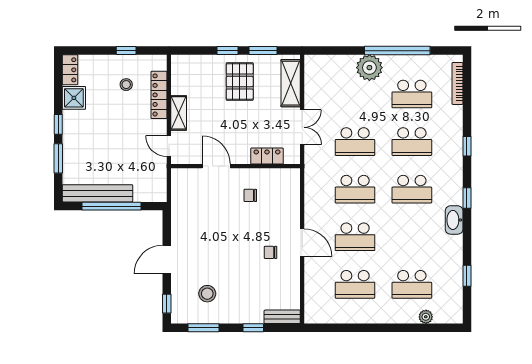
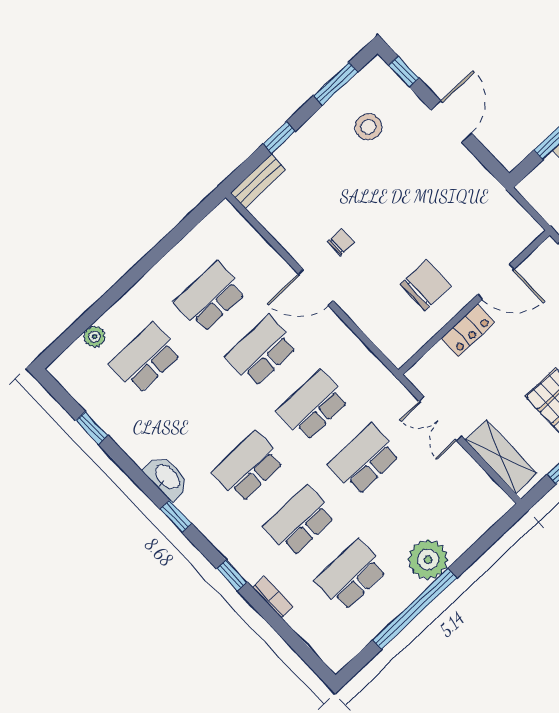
bookcase: (457, 83) -> (273, 597), moved, width x0.64
locker: (267, 156) -> (468, 330), moved
chair: (250, 195) -> (426, 285), width x1.87, depth x1.87

